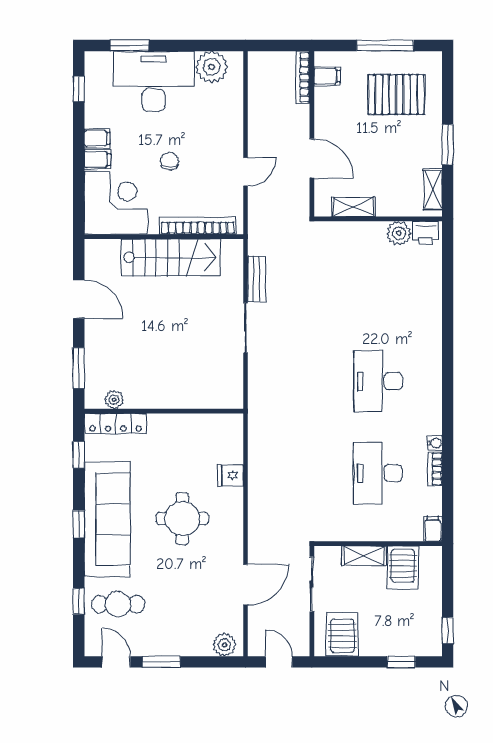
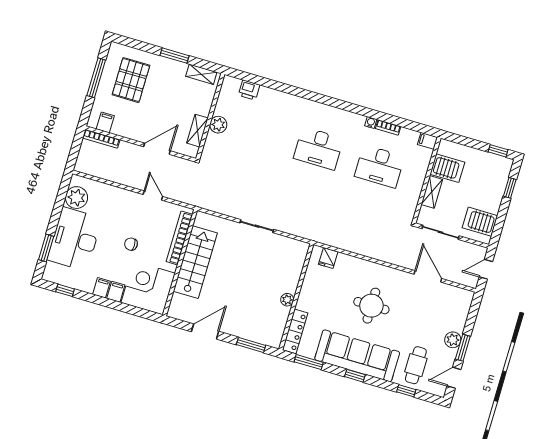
plant: (399, 233) -> (218, 125), moved
printer: (426, 233) -> (249, 90), moved, turned 90
bench: (256, 279) -> (226, 209), removed
plant: (114, 400) -> (287, 300), moved
window: (79, 455) -> (309, 362), width x1.50
fridge: (230, 475) -> (328, 258), moved
plant: (224, 645) -> (453, 340), moved

